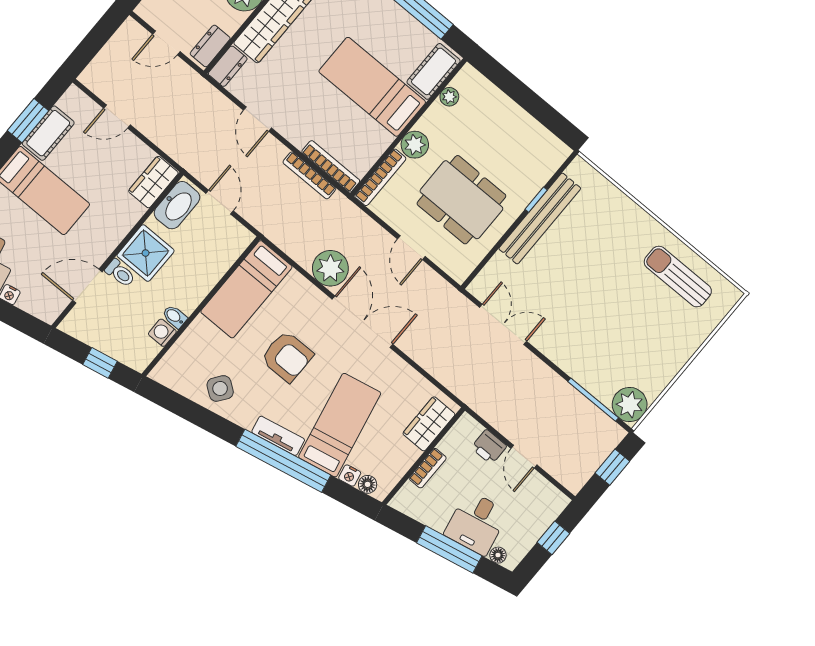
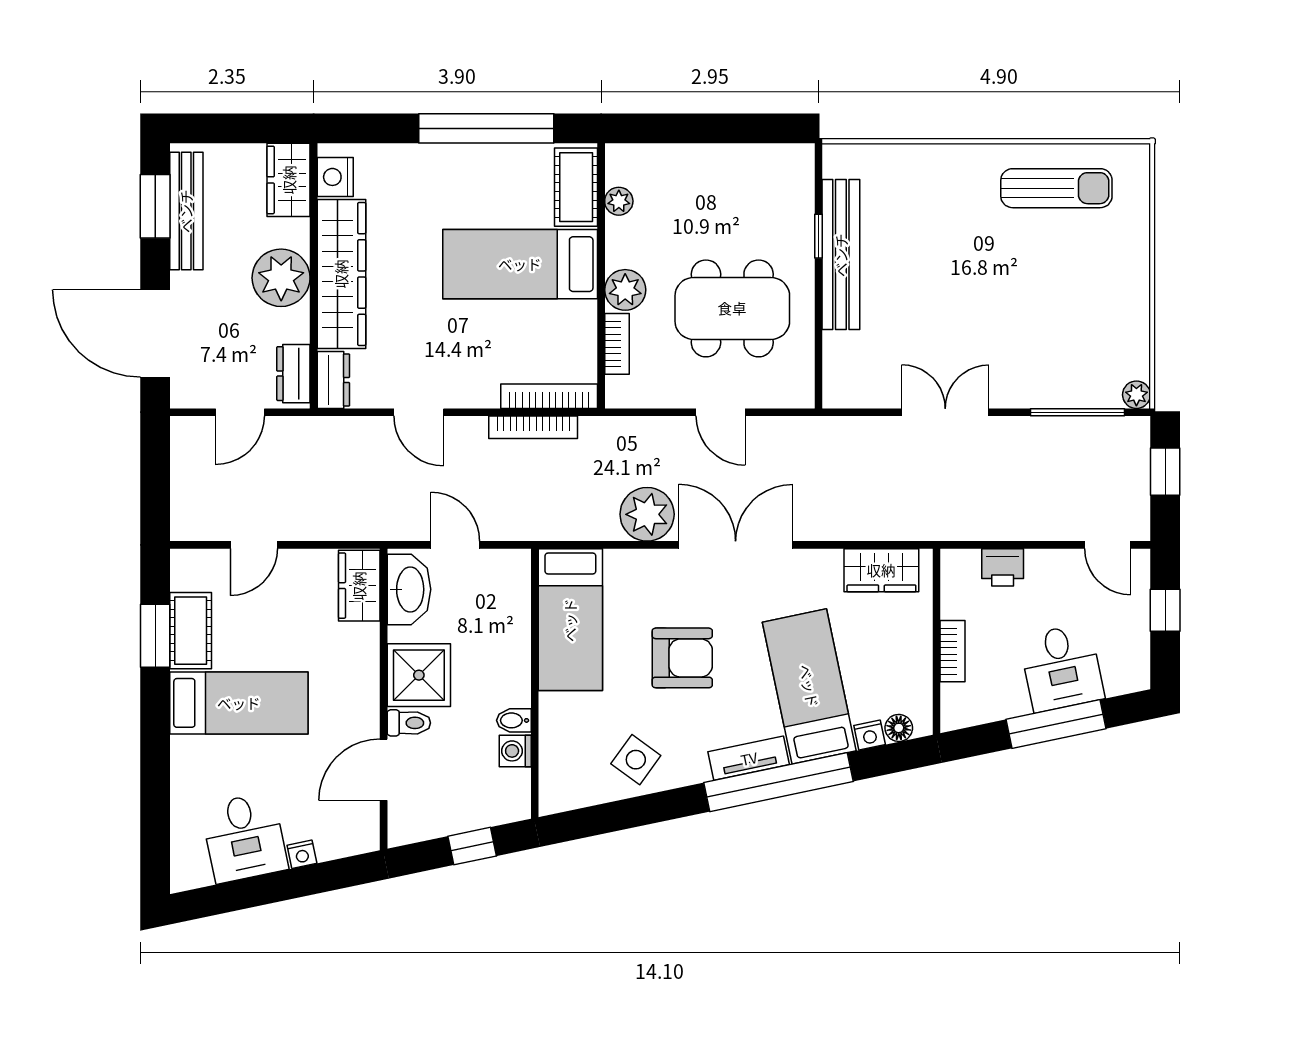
bookcase: (380, 177) -> (617, 344), width x0.64
sun lounger: (678, 277) -> (1056, 188), turned 180
double door: (503, 324) -> (945, 412), moved
plant: (630, 405) -> (1136, 395), width x0.53, depth x0.53
wardrobe: (429, 424) -> (881, 570), moved, turned -90
door: (524, 457) -> (1108, 545), moved
floor lamp: (498, 555) -> (1118, 684), removed

